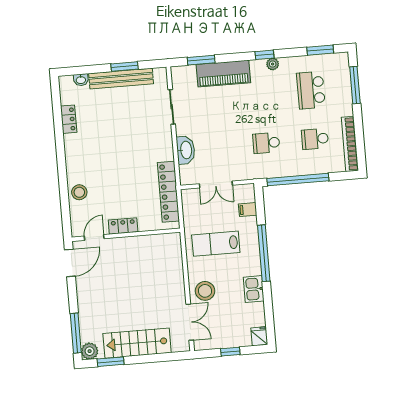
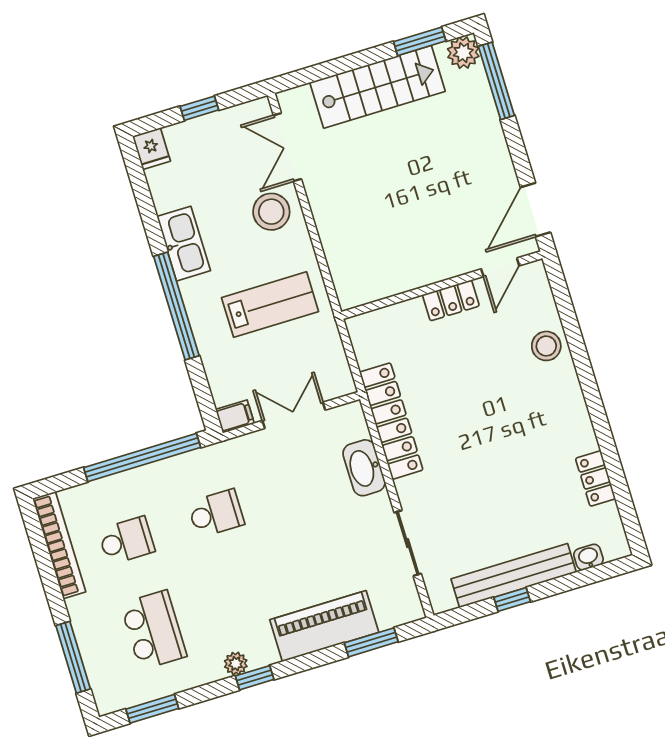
window: (124, 67) -> (512, 599), width x0.67
locker: (168, 192) -> (391, 421), moved
filing cabinet: (248, 210) -> (235, 417), moved
kitchen sink: (254, 289) -> (184, 244), width x1.38

